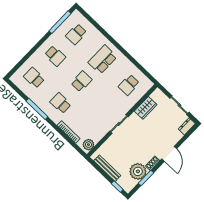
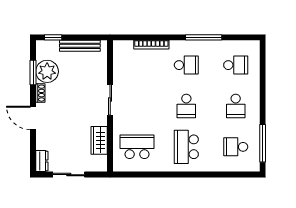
school desk: (76, 34) -> (236, 147), turned -90
school desk: (55, 56) -> (236, 106), turned -90
school desk: (103, 60) -> (186, 147), turned 180
school desk: (129, 85) -> (137, 147), width x1.85
plant: (88, 145) -> (120, 51), removed

